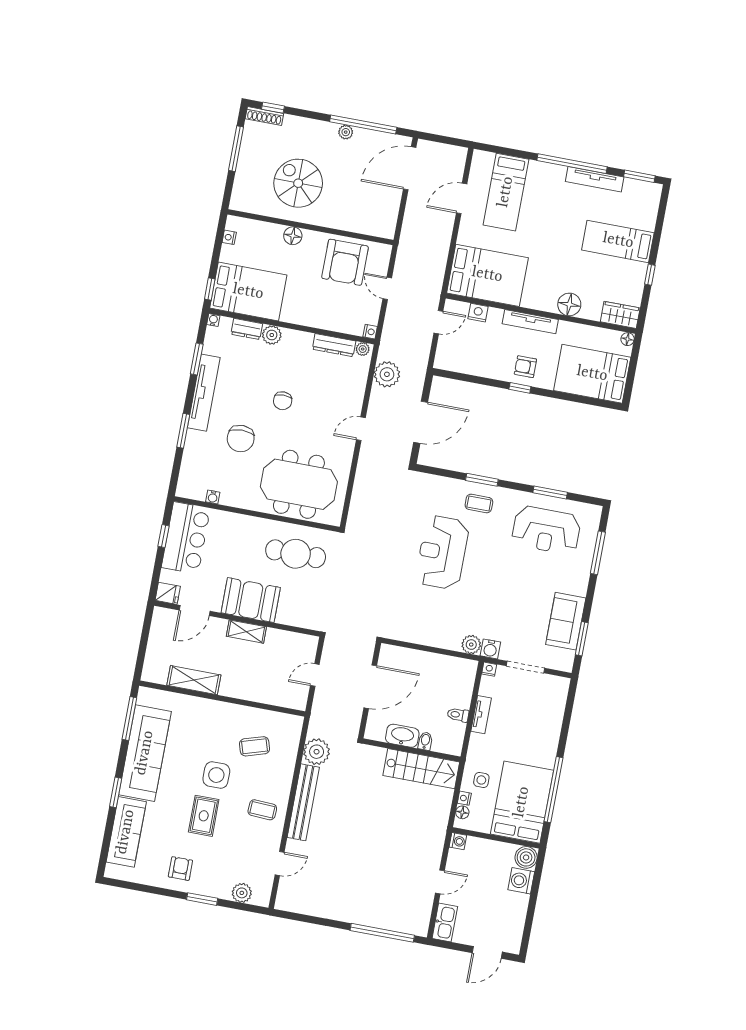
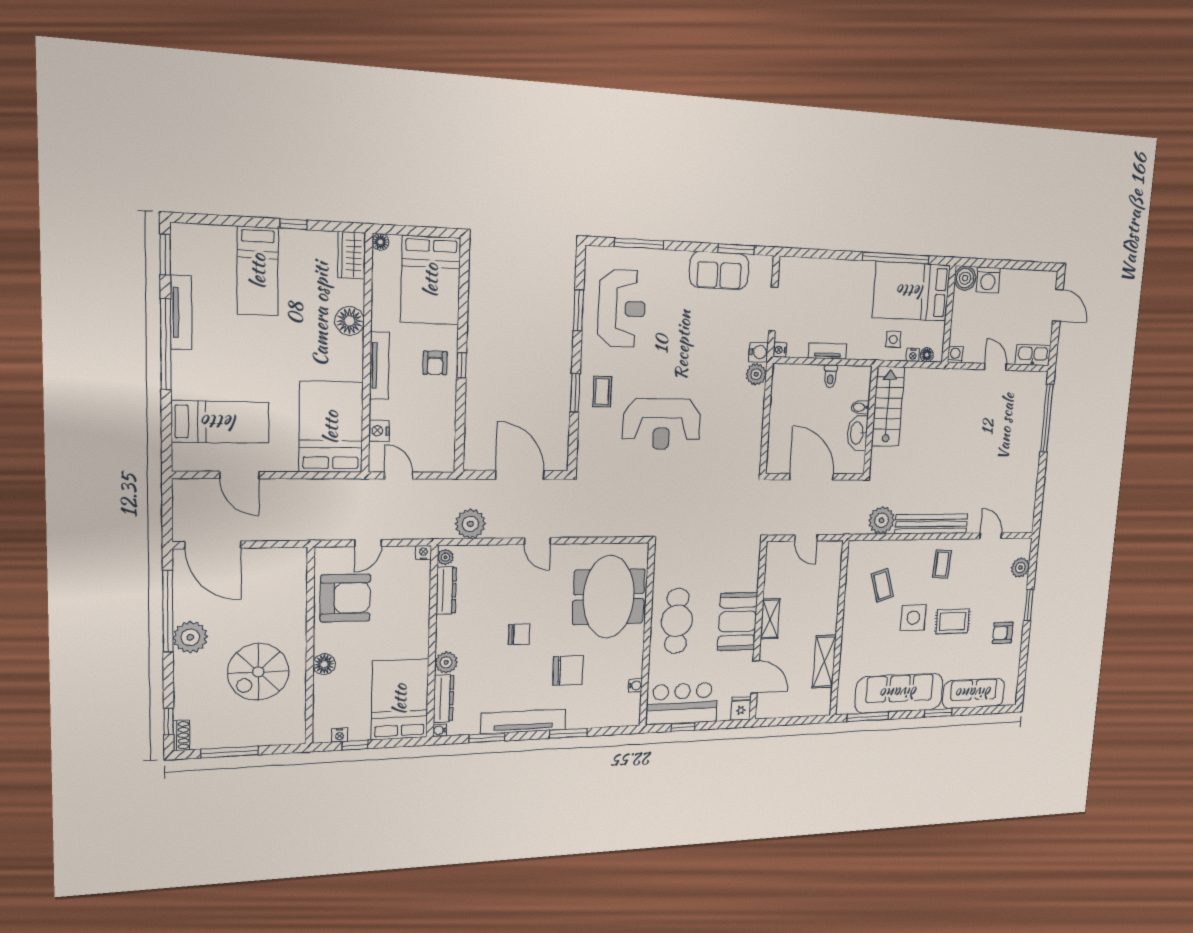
shoe rack: (264, 116) -> (182, 735), width x0.70
plant: (346, 132) -> (190, 637), width x1.88, depth x1.88
window: (210, 289) -> (355, 745), moved
dresser: (247, 329) -> (444, 699), width x1.44
cafe table: (296, 554) -> (677, 621), moved

